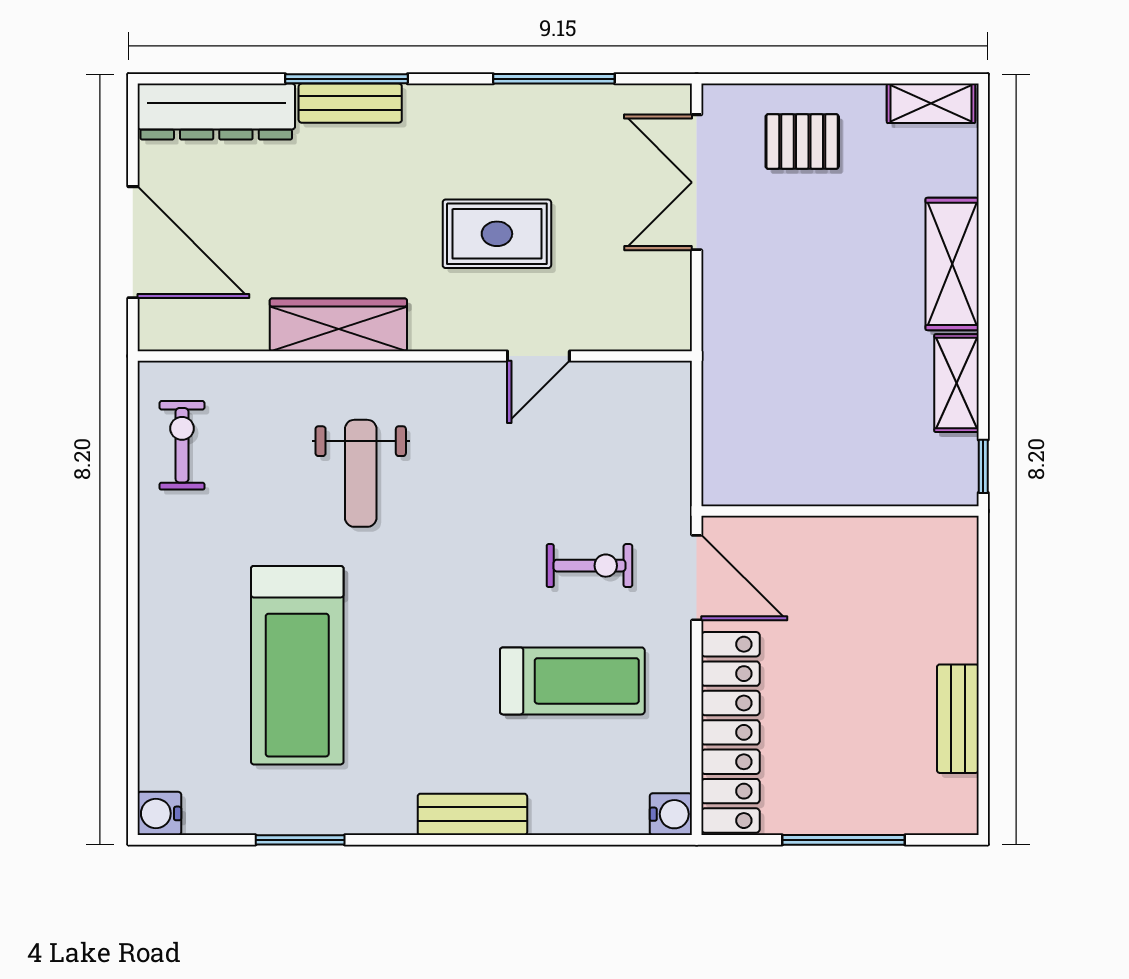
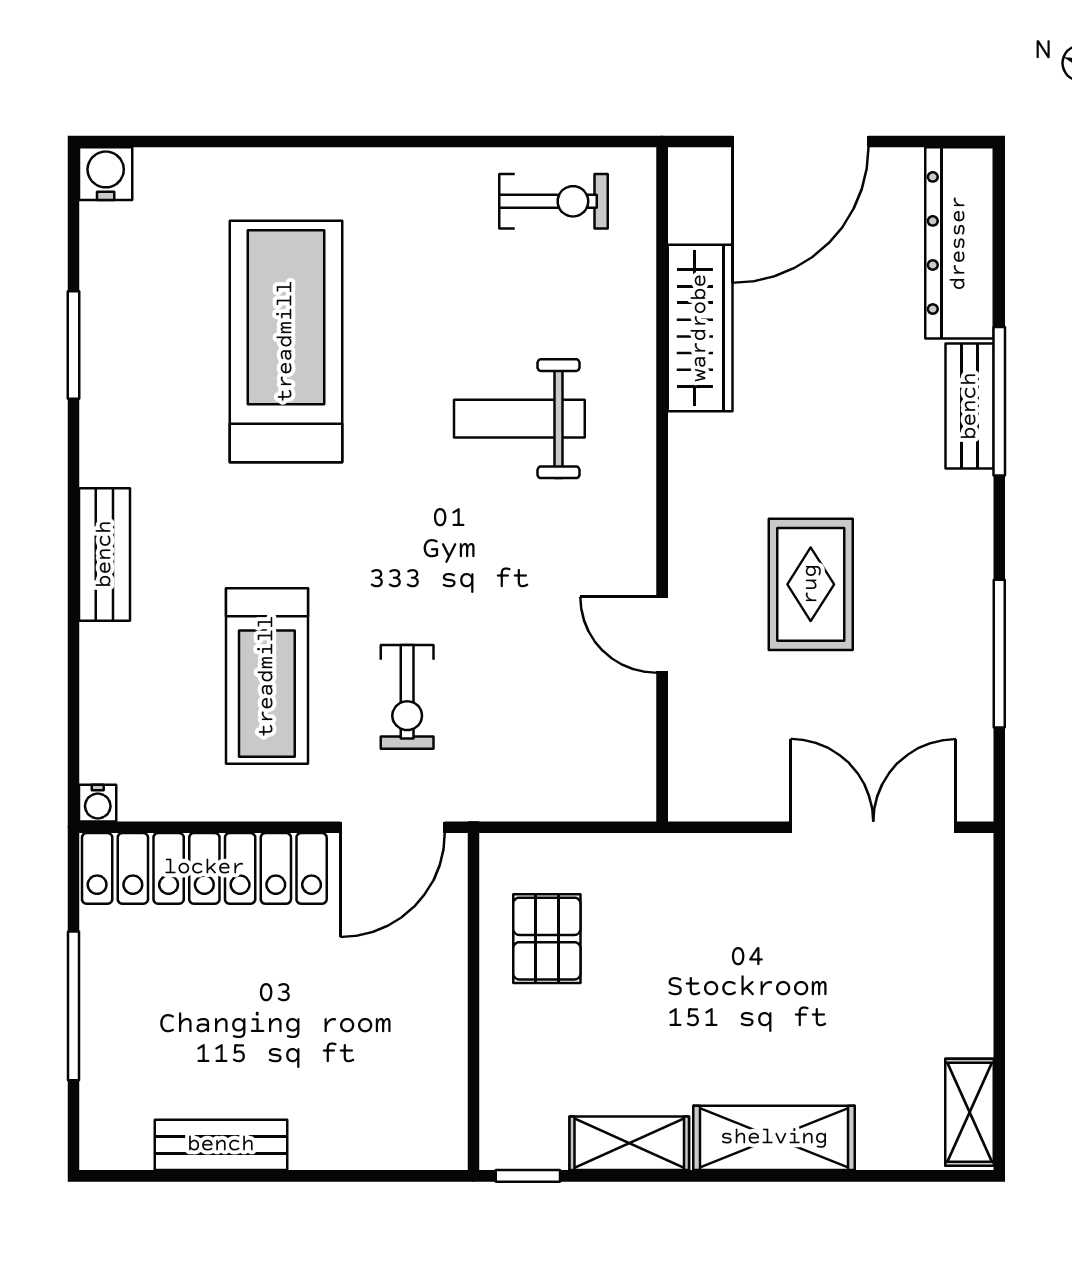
pallet: (802, 141) -> (547, 939), moved
wardrobe: (338, 325) -> (700, 328), moved
treadmill: (297, 665) -> (286, 341), turned 90
water cooler: (671, 814) -> (98, 803), width x0.72, depth x0.72

